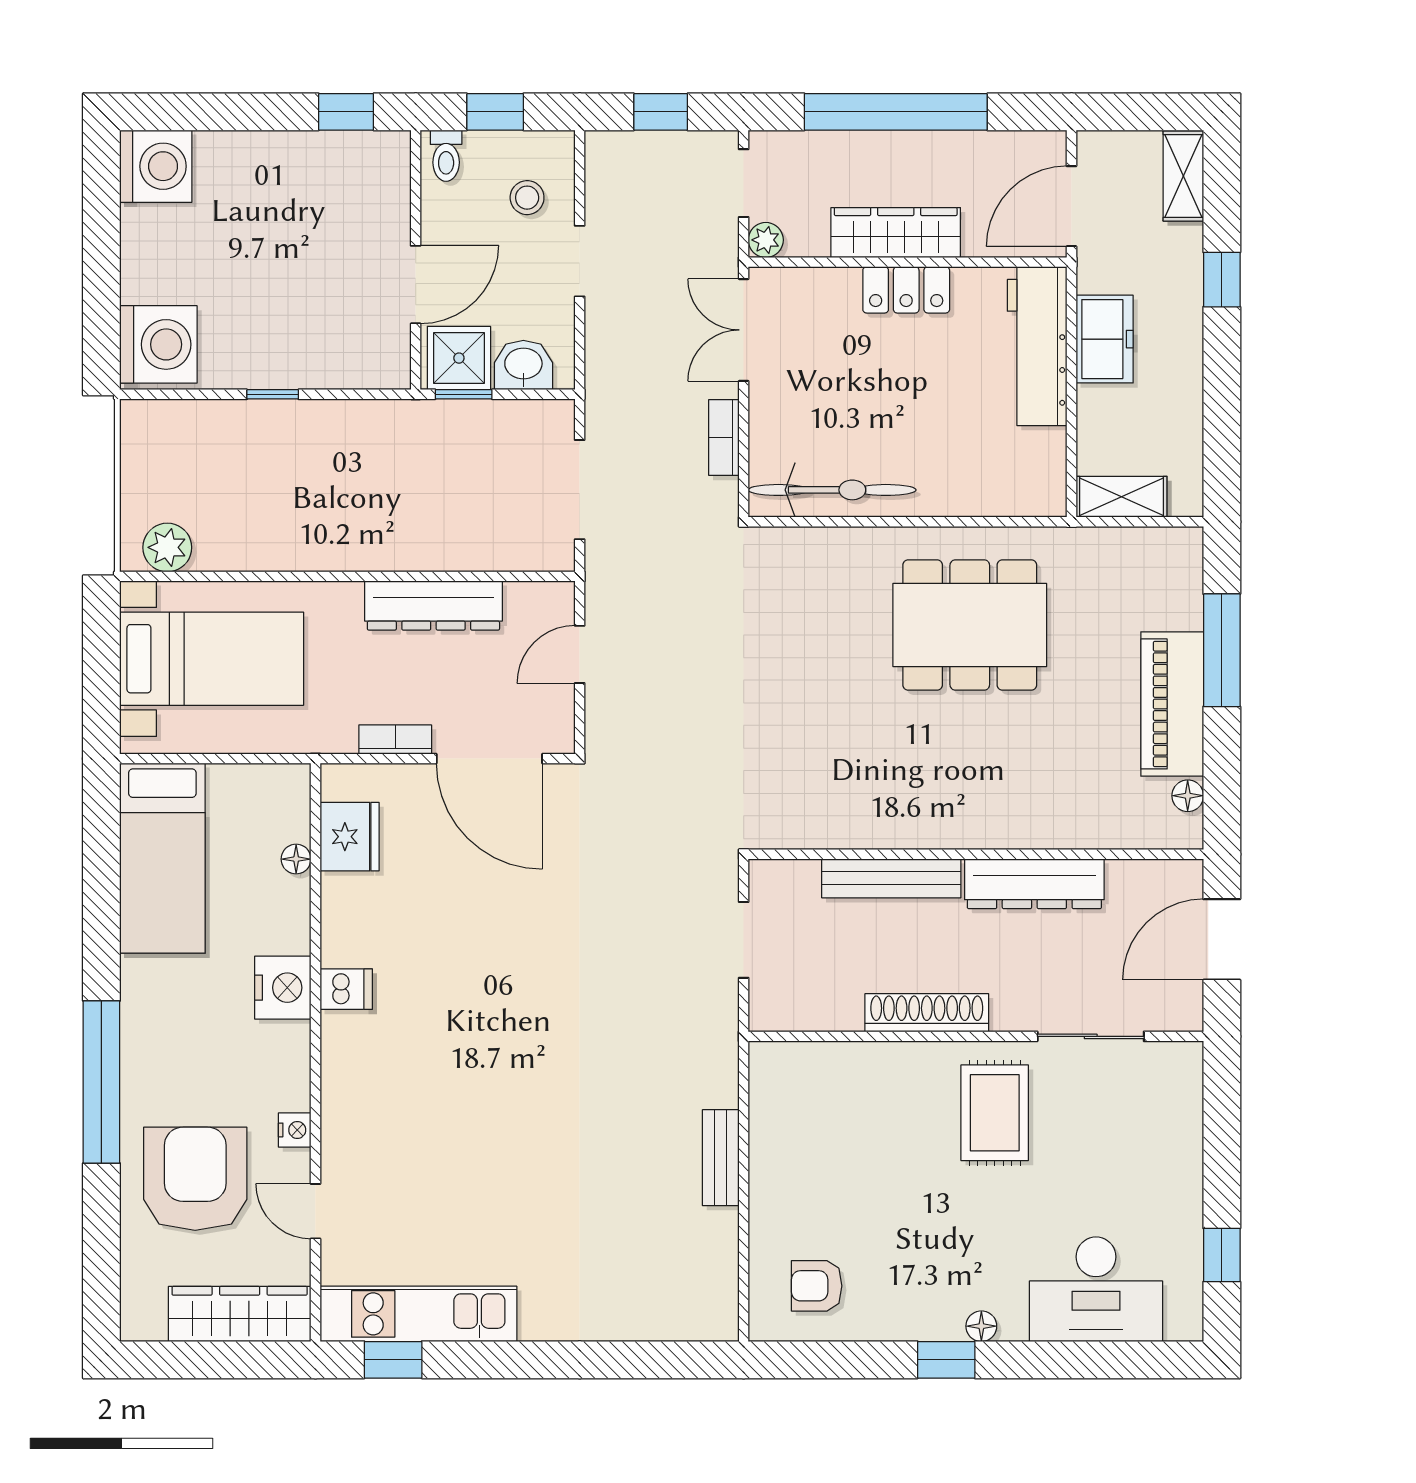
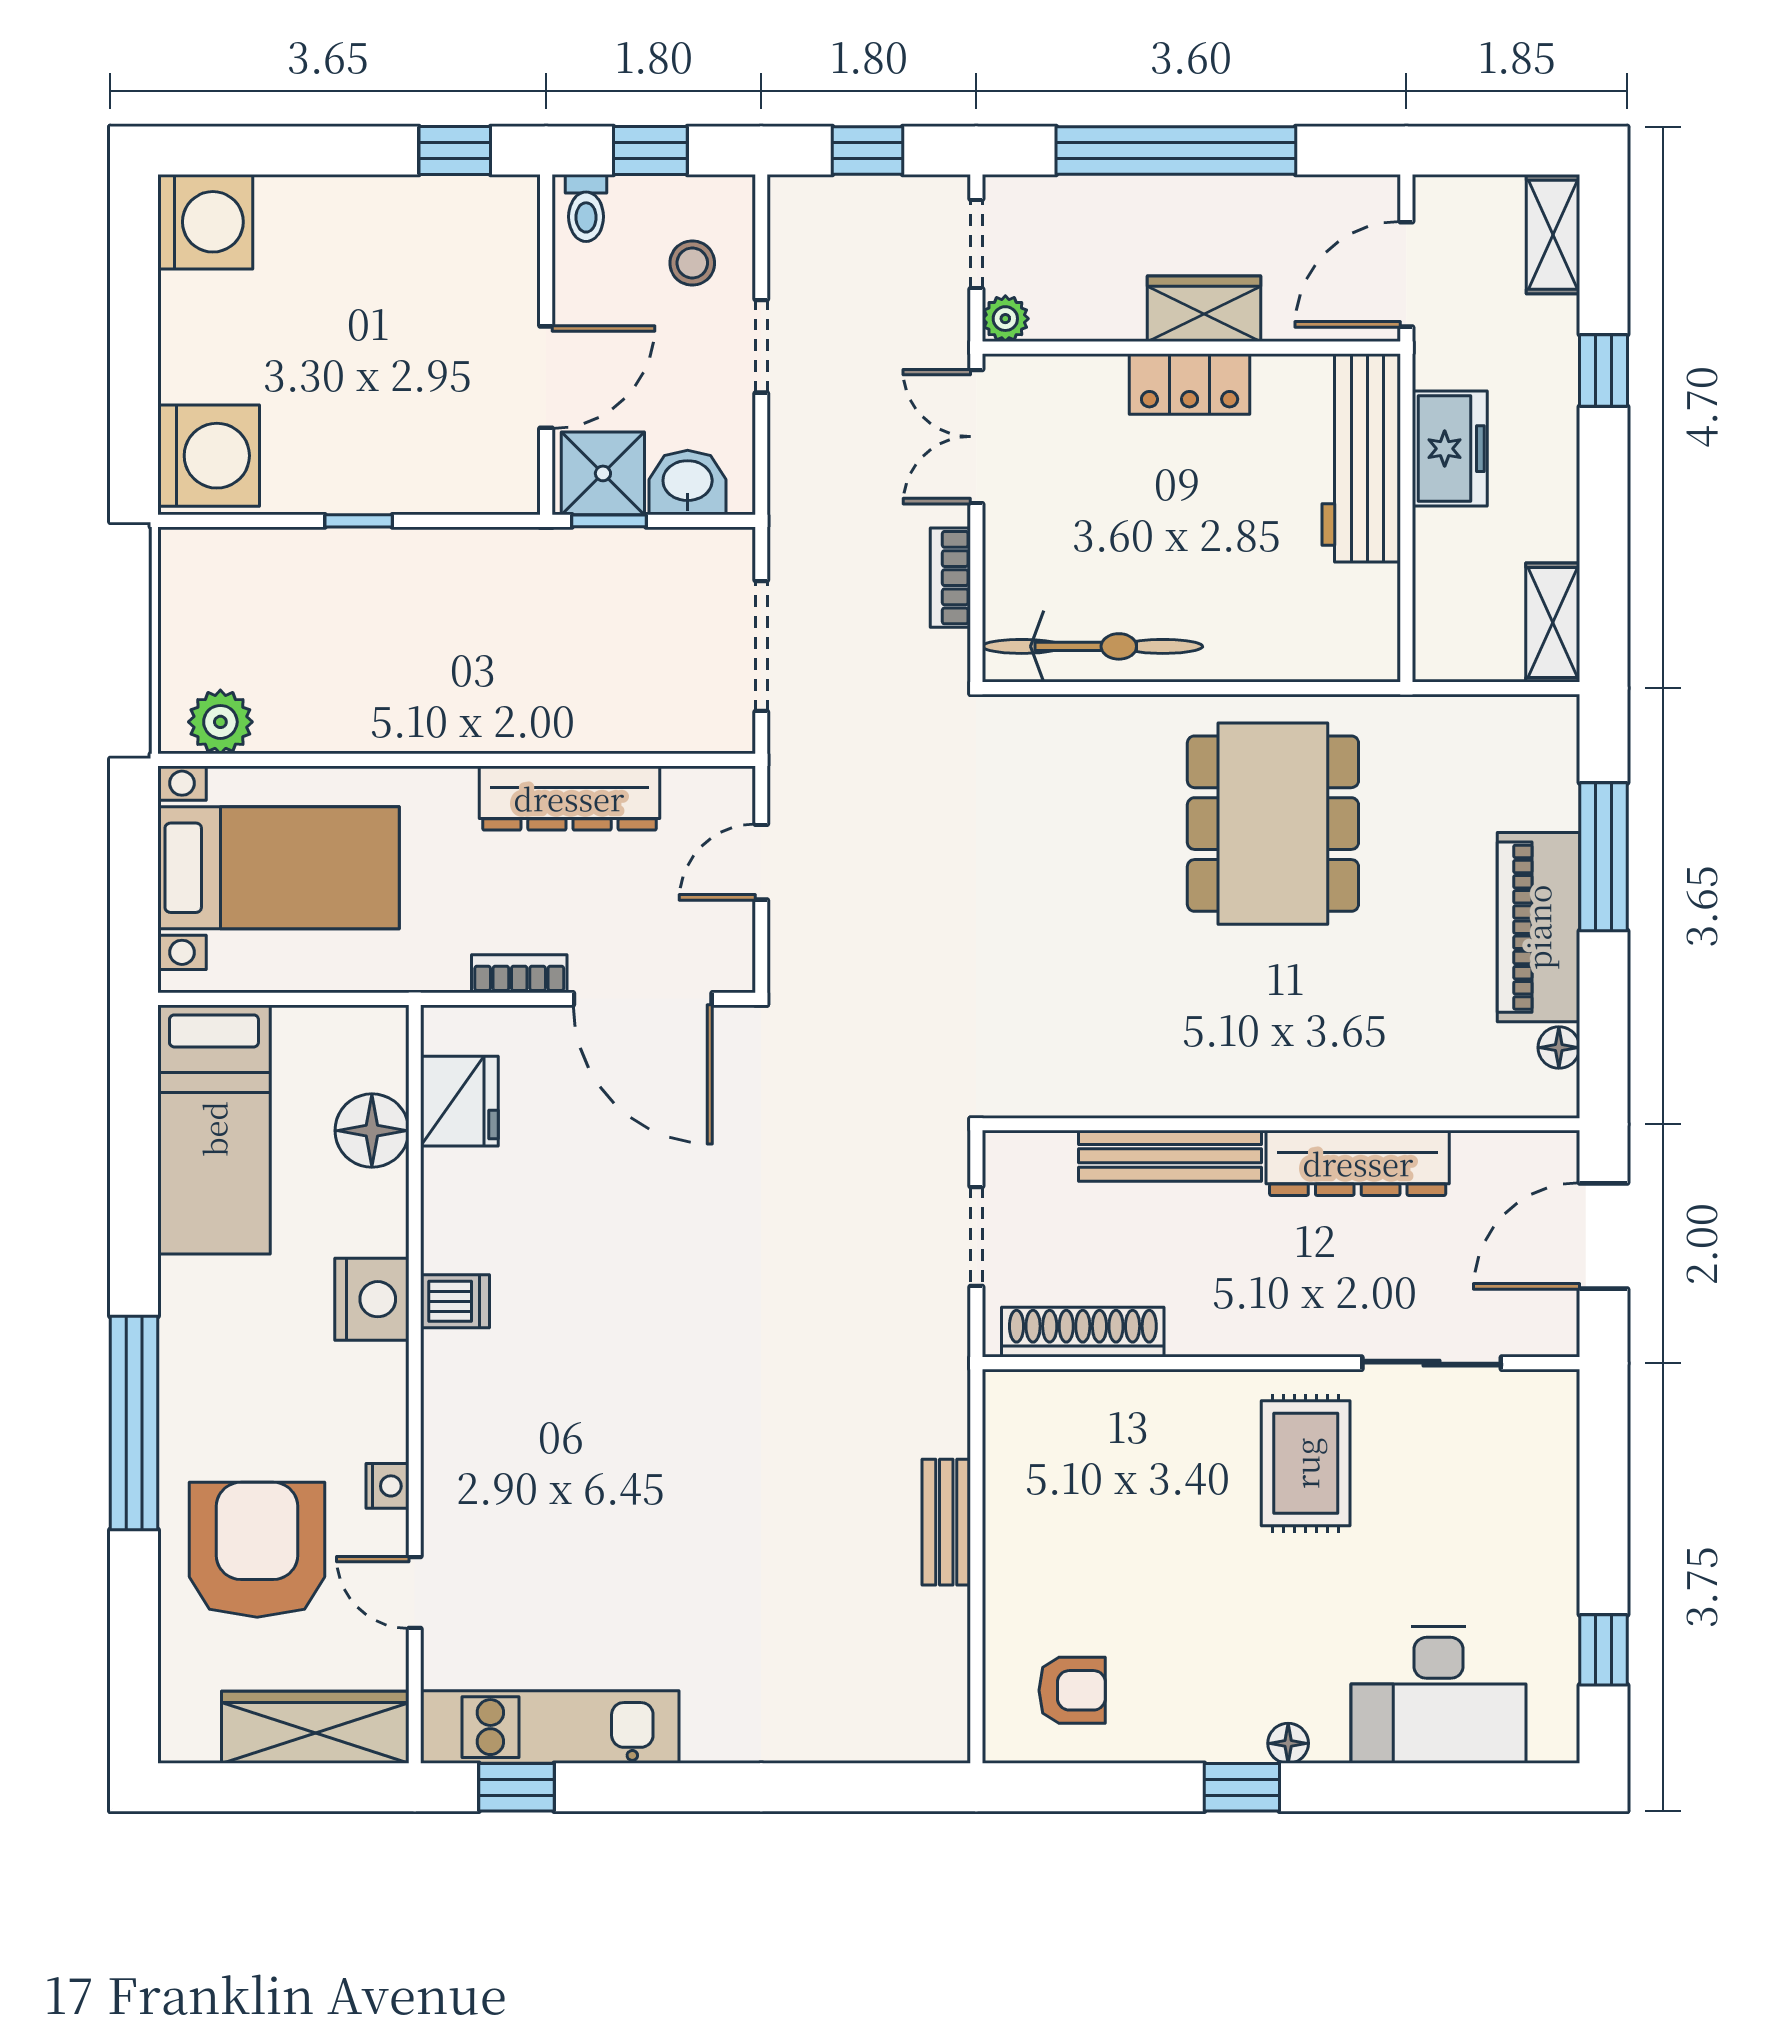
wardrobe: (896, 233) -> (1204, 309), width x0.67
shelving: (1122, 497) -> (1553, 623), moved, turned 90
dining table: (970, 625) -> (1273, 824), turned 90
floor lamp: (296, 859) -> (372, 1131), width x1.89, depth x1.89
shoe rack: (927, 1013) -> (1083, 1332), moved
armchair: (817, 1286) -> (1072, 1690), turned 180

